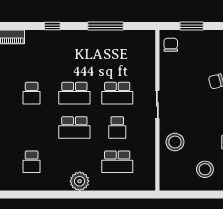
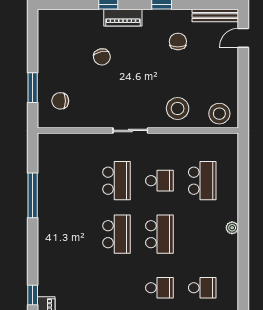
window: (52, 26) -> (33, 295), moved
chair: (171, 45) -> (60, 101), moved
school desk: (32, 93) -> (159, 288), moved
stool: (205, 169) -> (219, 114), moved
plant: (80, 181) -> (232, 228), width x0.53, depth x0.53

